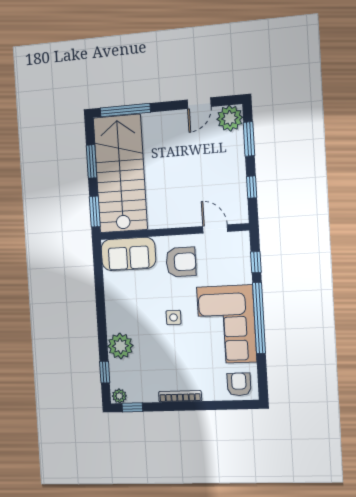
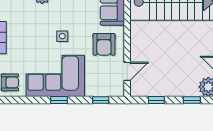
window: (249, 139) -> (192, 100), width x0.67
window: (259, 318) -> (59, 100), width x0.32

